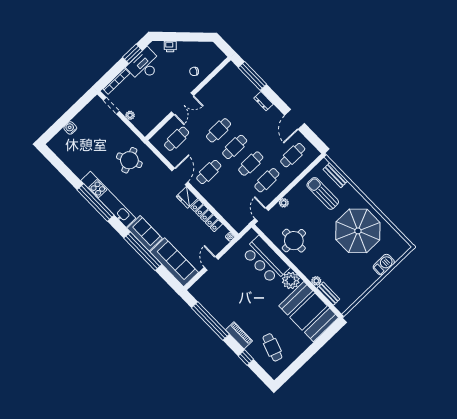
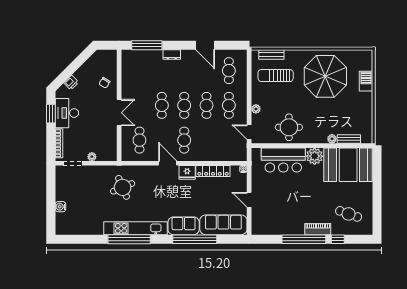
window: (210, 321) -> (304, 239), moved

